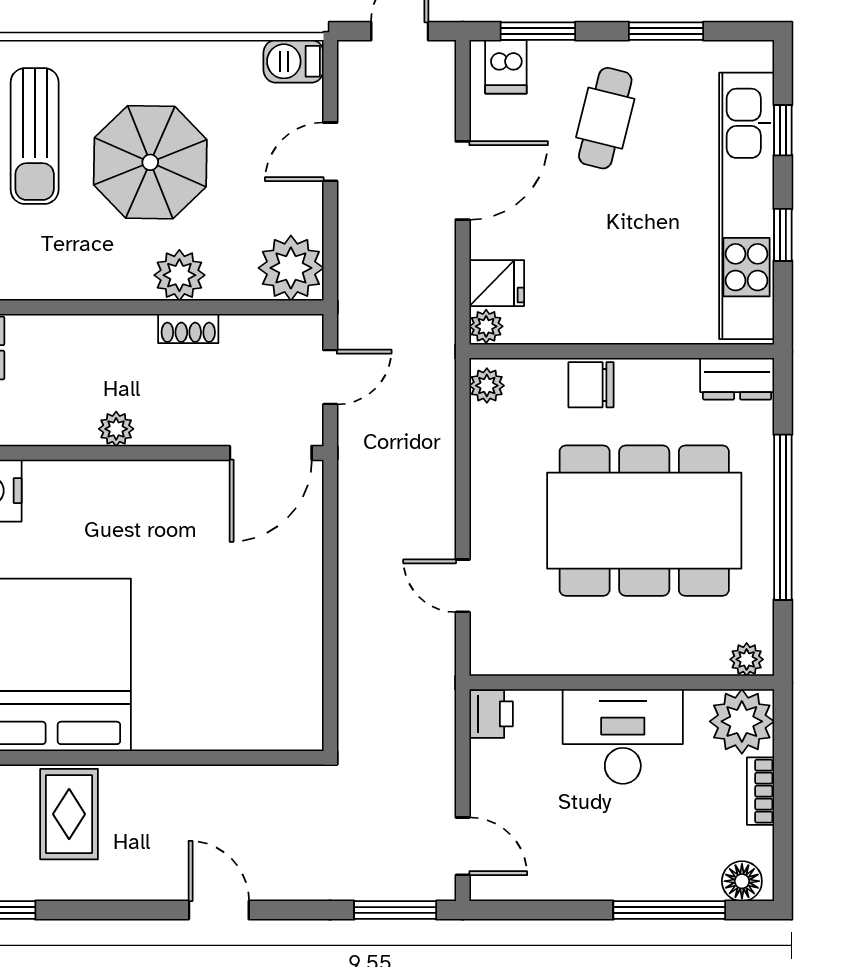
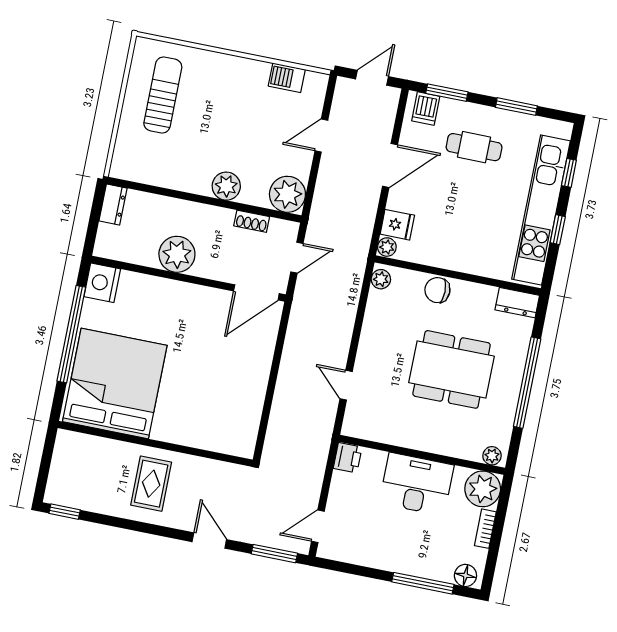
barbecue: (293, 61) -> (287, 78), moved
cafe table: (605, 118) -> (474, 147), turned 76
sun lounger: (35, 136) -> (163, 95), turned 180
parasol: (150, 162) -> (223, 122), removed
shoe rack: (188, 328) -> (252, 221), moved
plant: (116, 429) -> (177, 254), width x1.88, depth x1.88
dining table: (644, 521) -> (452, 369), width x0.73, depth x0.80
rug: (69, 814) -> (151, 484), moved
door: (463, 846) -> (318, 526), swing flipped
door: (219, 910) -> (209, 541), moved

